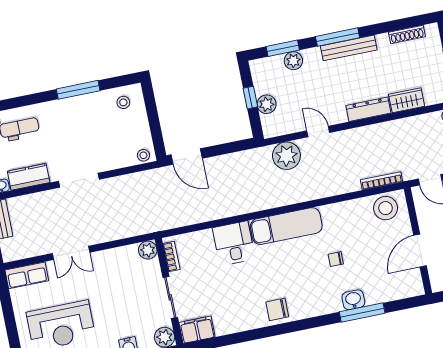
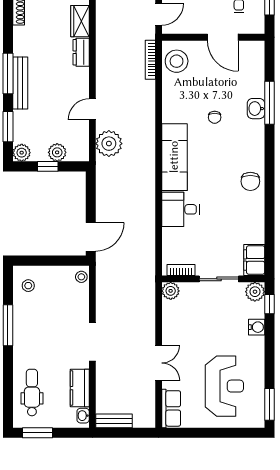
bench: (349, 48) -> (20, 83), moved
plant: (293, 61) -> (22, 153), moved
dresser: (368, 109) -> (81, 52), width x0.70

